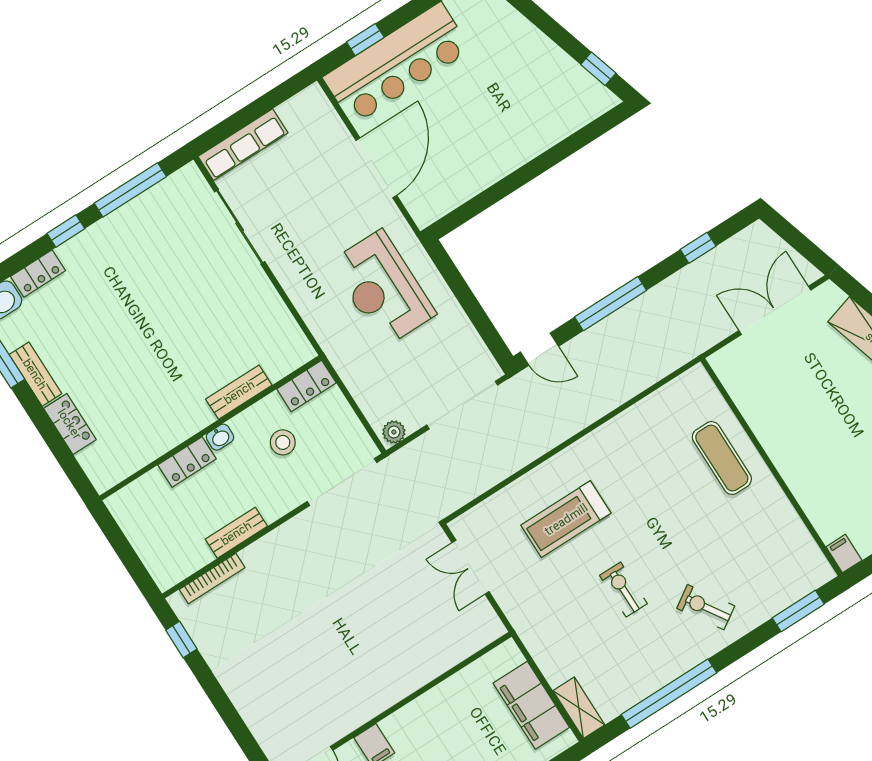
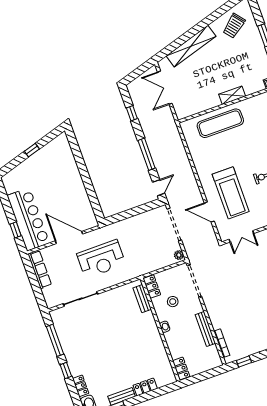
window: (598, 69) -> (32, 150), moved
row of seats: (243, 145) -> (40, 270), moved
reception desk: (383, 288) -> (101, 259), moved
bench: (239, 392) -> (142, 299), moved
exercise mat: (722, 458) -> (220, 123), width x1.36, depth x1.45
locker: (187, 462) -> (181, 369), moved
shelving: (793, 471) -> (232, 95), added
door: (510, 480) -> (209, 212), added
treadmill: (566, 519) -> (231, 193), width x1.37, depth x1.38
bench: (236, 533) -> (205, 329), width x1.36

